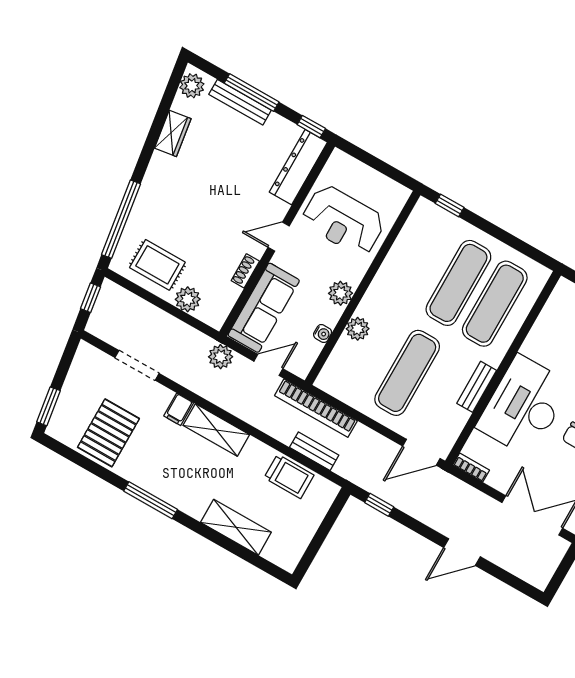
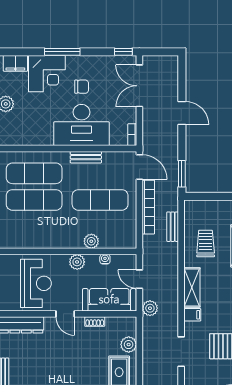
bookcase: (316, 408) -> (148, 207), moved
trolley: (289, 476) -> (206, 243), moved
window: (379, 505) -> (182, 174), width x1.50

